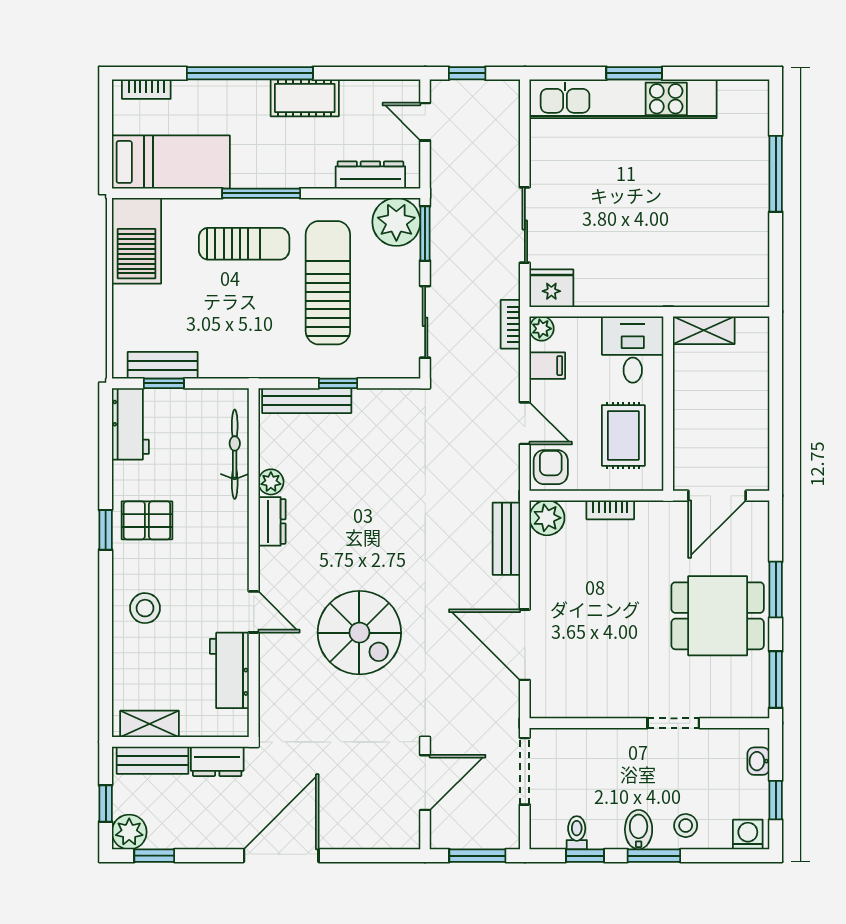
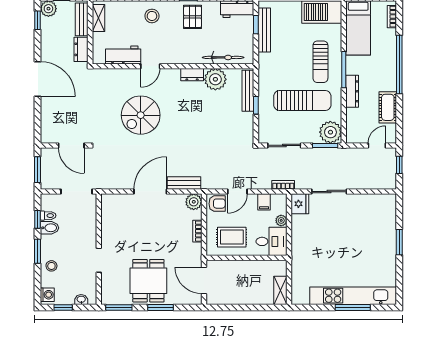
cot: (305, 98) -> (388, 107), moved
kitchen unit: (623, 99) -> (353, 296), moved, turned 90
dresser: (370, 175) -> (352, 91), moved
plant: (542, 329) -> (281, 220), moved
shelving: (704, 330) -> (280, 290), moved
bench: (163, 365) -> (264, 30), width x1.36
plant: (271, 482) -> (215, 79), width x1.87, depth x1.87
door: (525, 645) -> (150, 192), moved
bidet: (639, 830) -> (50, 228), moved

